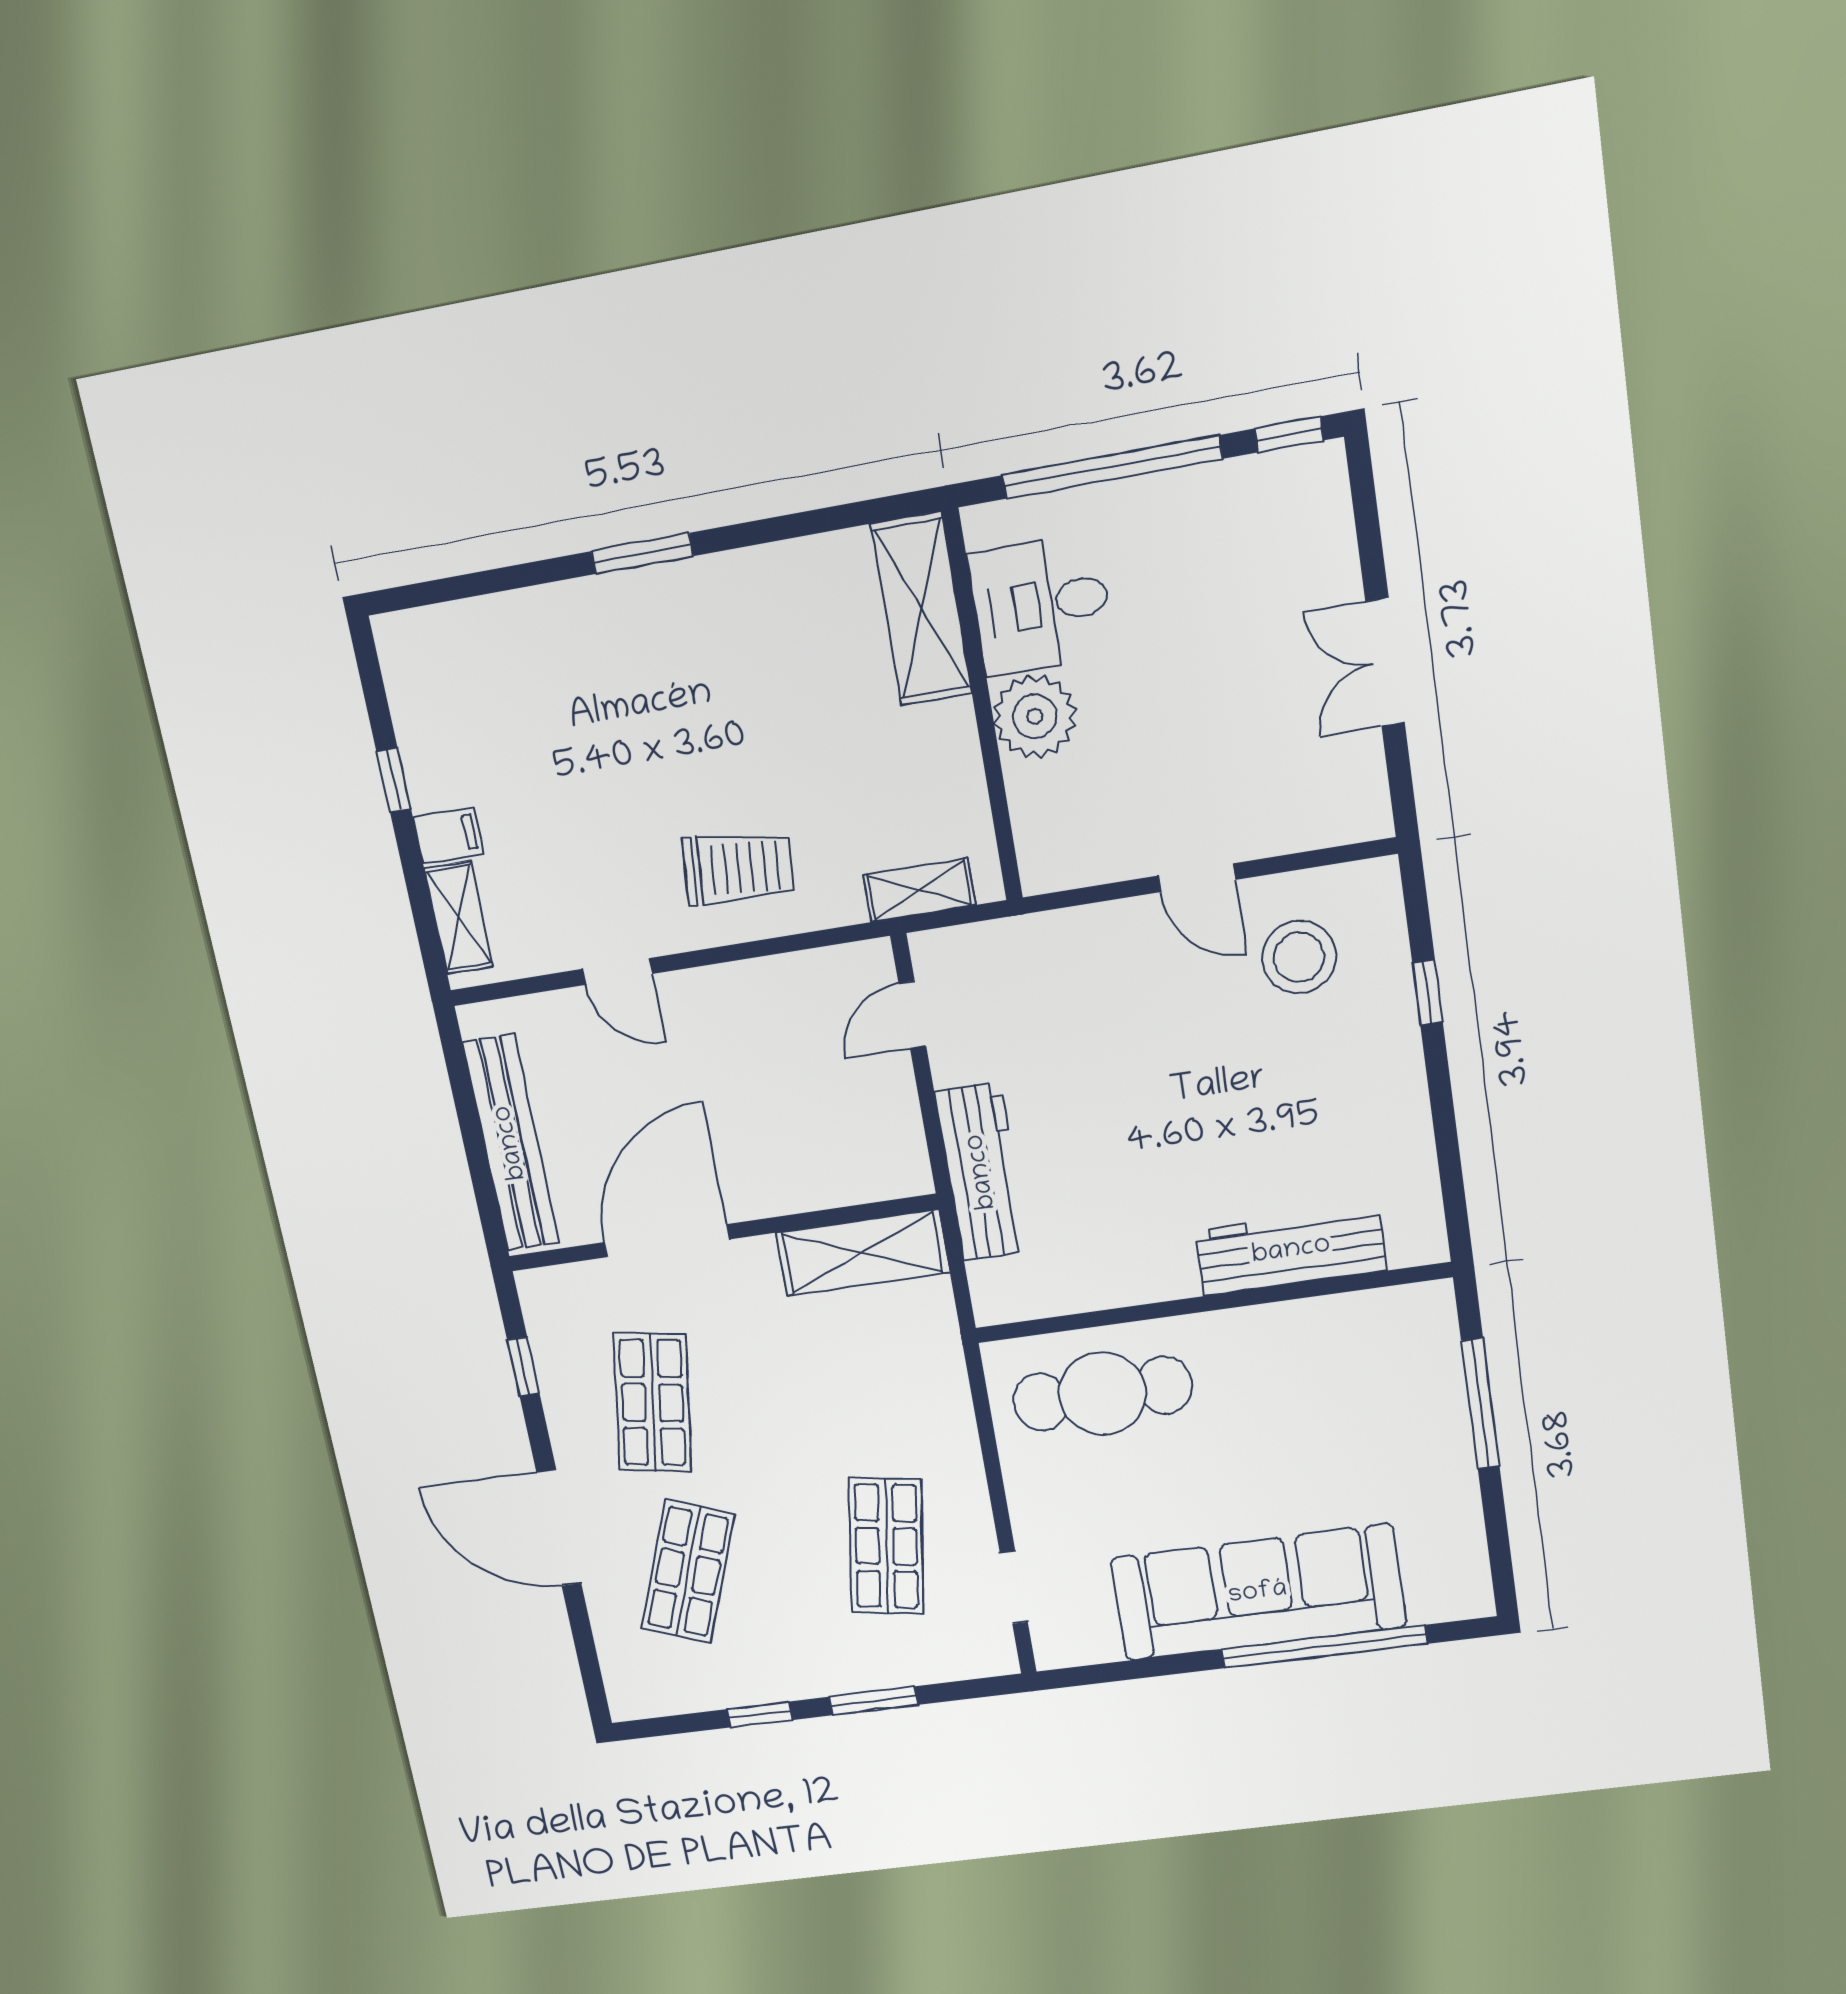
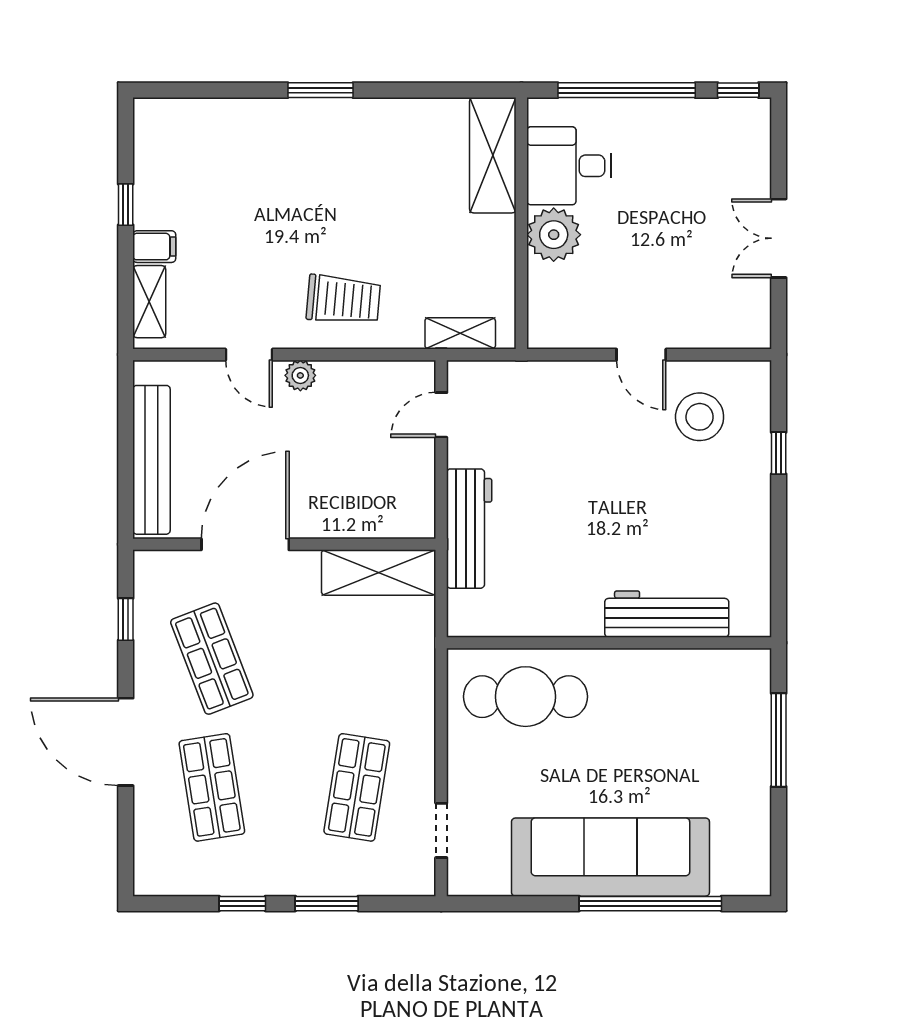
plant: (697, 990) -> (300, 375), added
shop shelf: (653, 1403) -> (212, 659), turned -30
shop shelf: (688, 1572) -> (212, 787), turned -30

